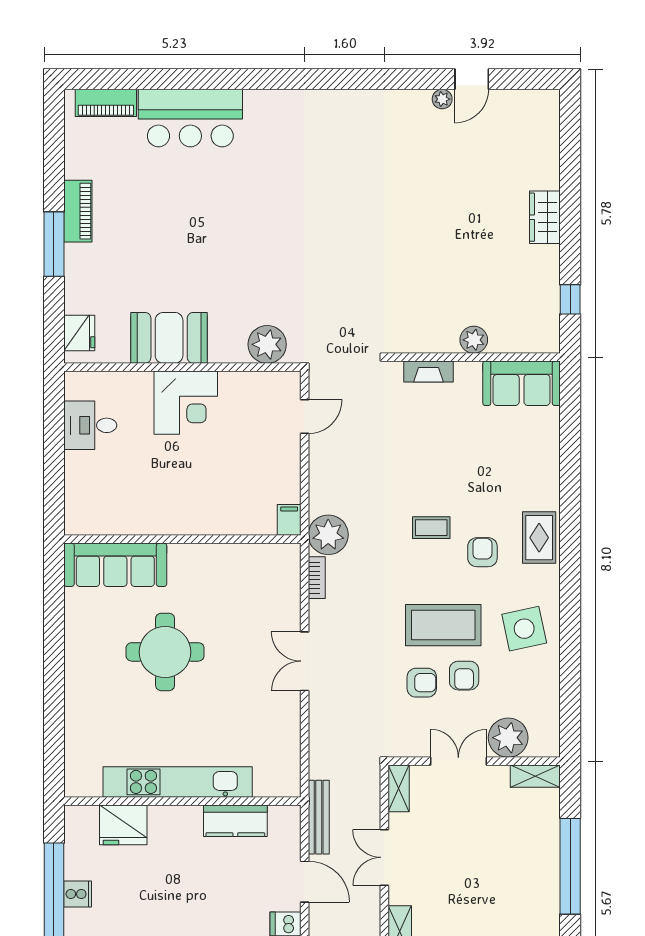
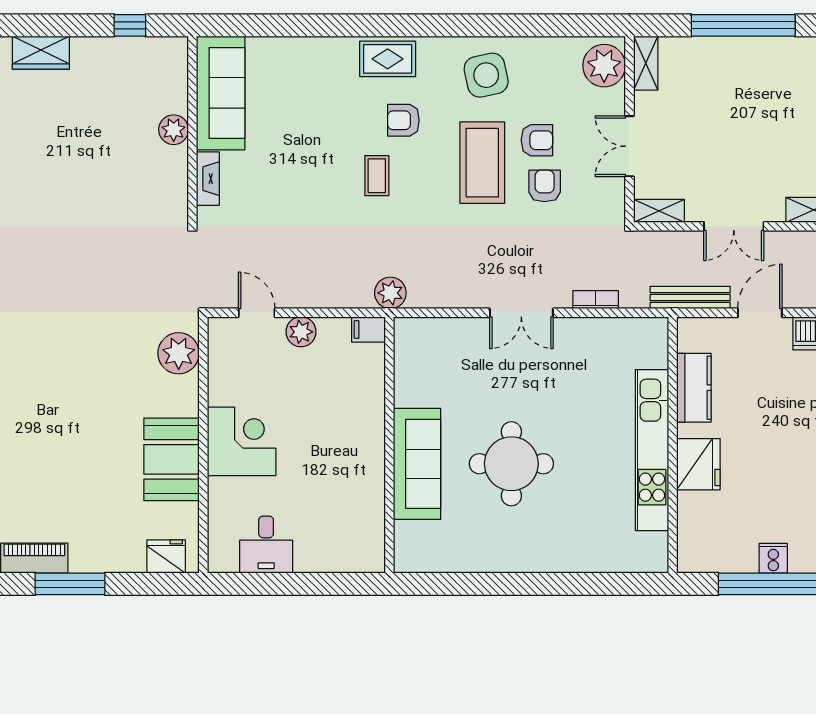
sofa: (522, 383) -> (221, 93), width x1.36
plant: (287, 458) -> (301, 332), added
plant: (328, 535) -> (390, 293), width x0.73, depth x0.73
sofa: (115, 565) -> (417, 464), moved
bookcase: (317, 578) -> (596, 300), moved
plant: (508, 738) -> (604, 66), moved
fridge: (123, 825) -> (698, 464), moved

